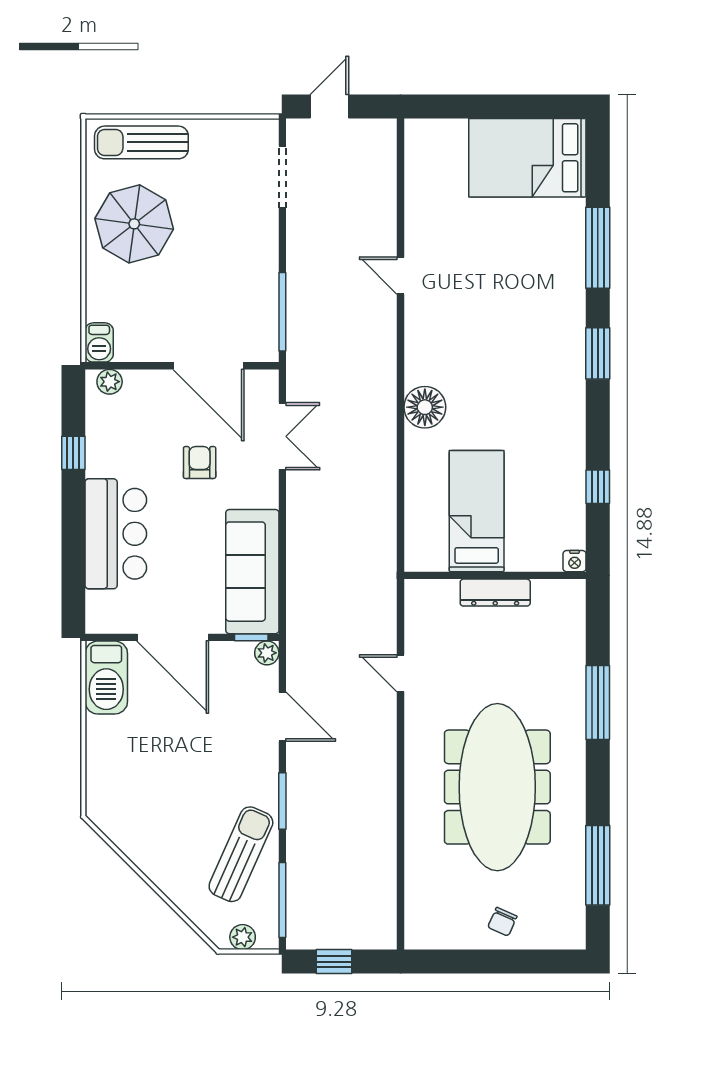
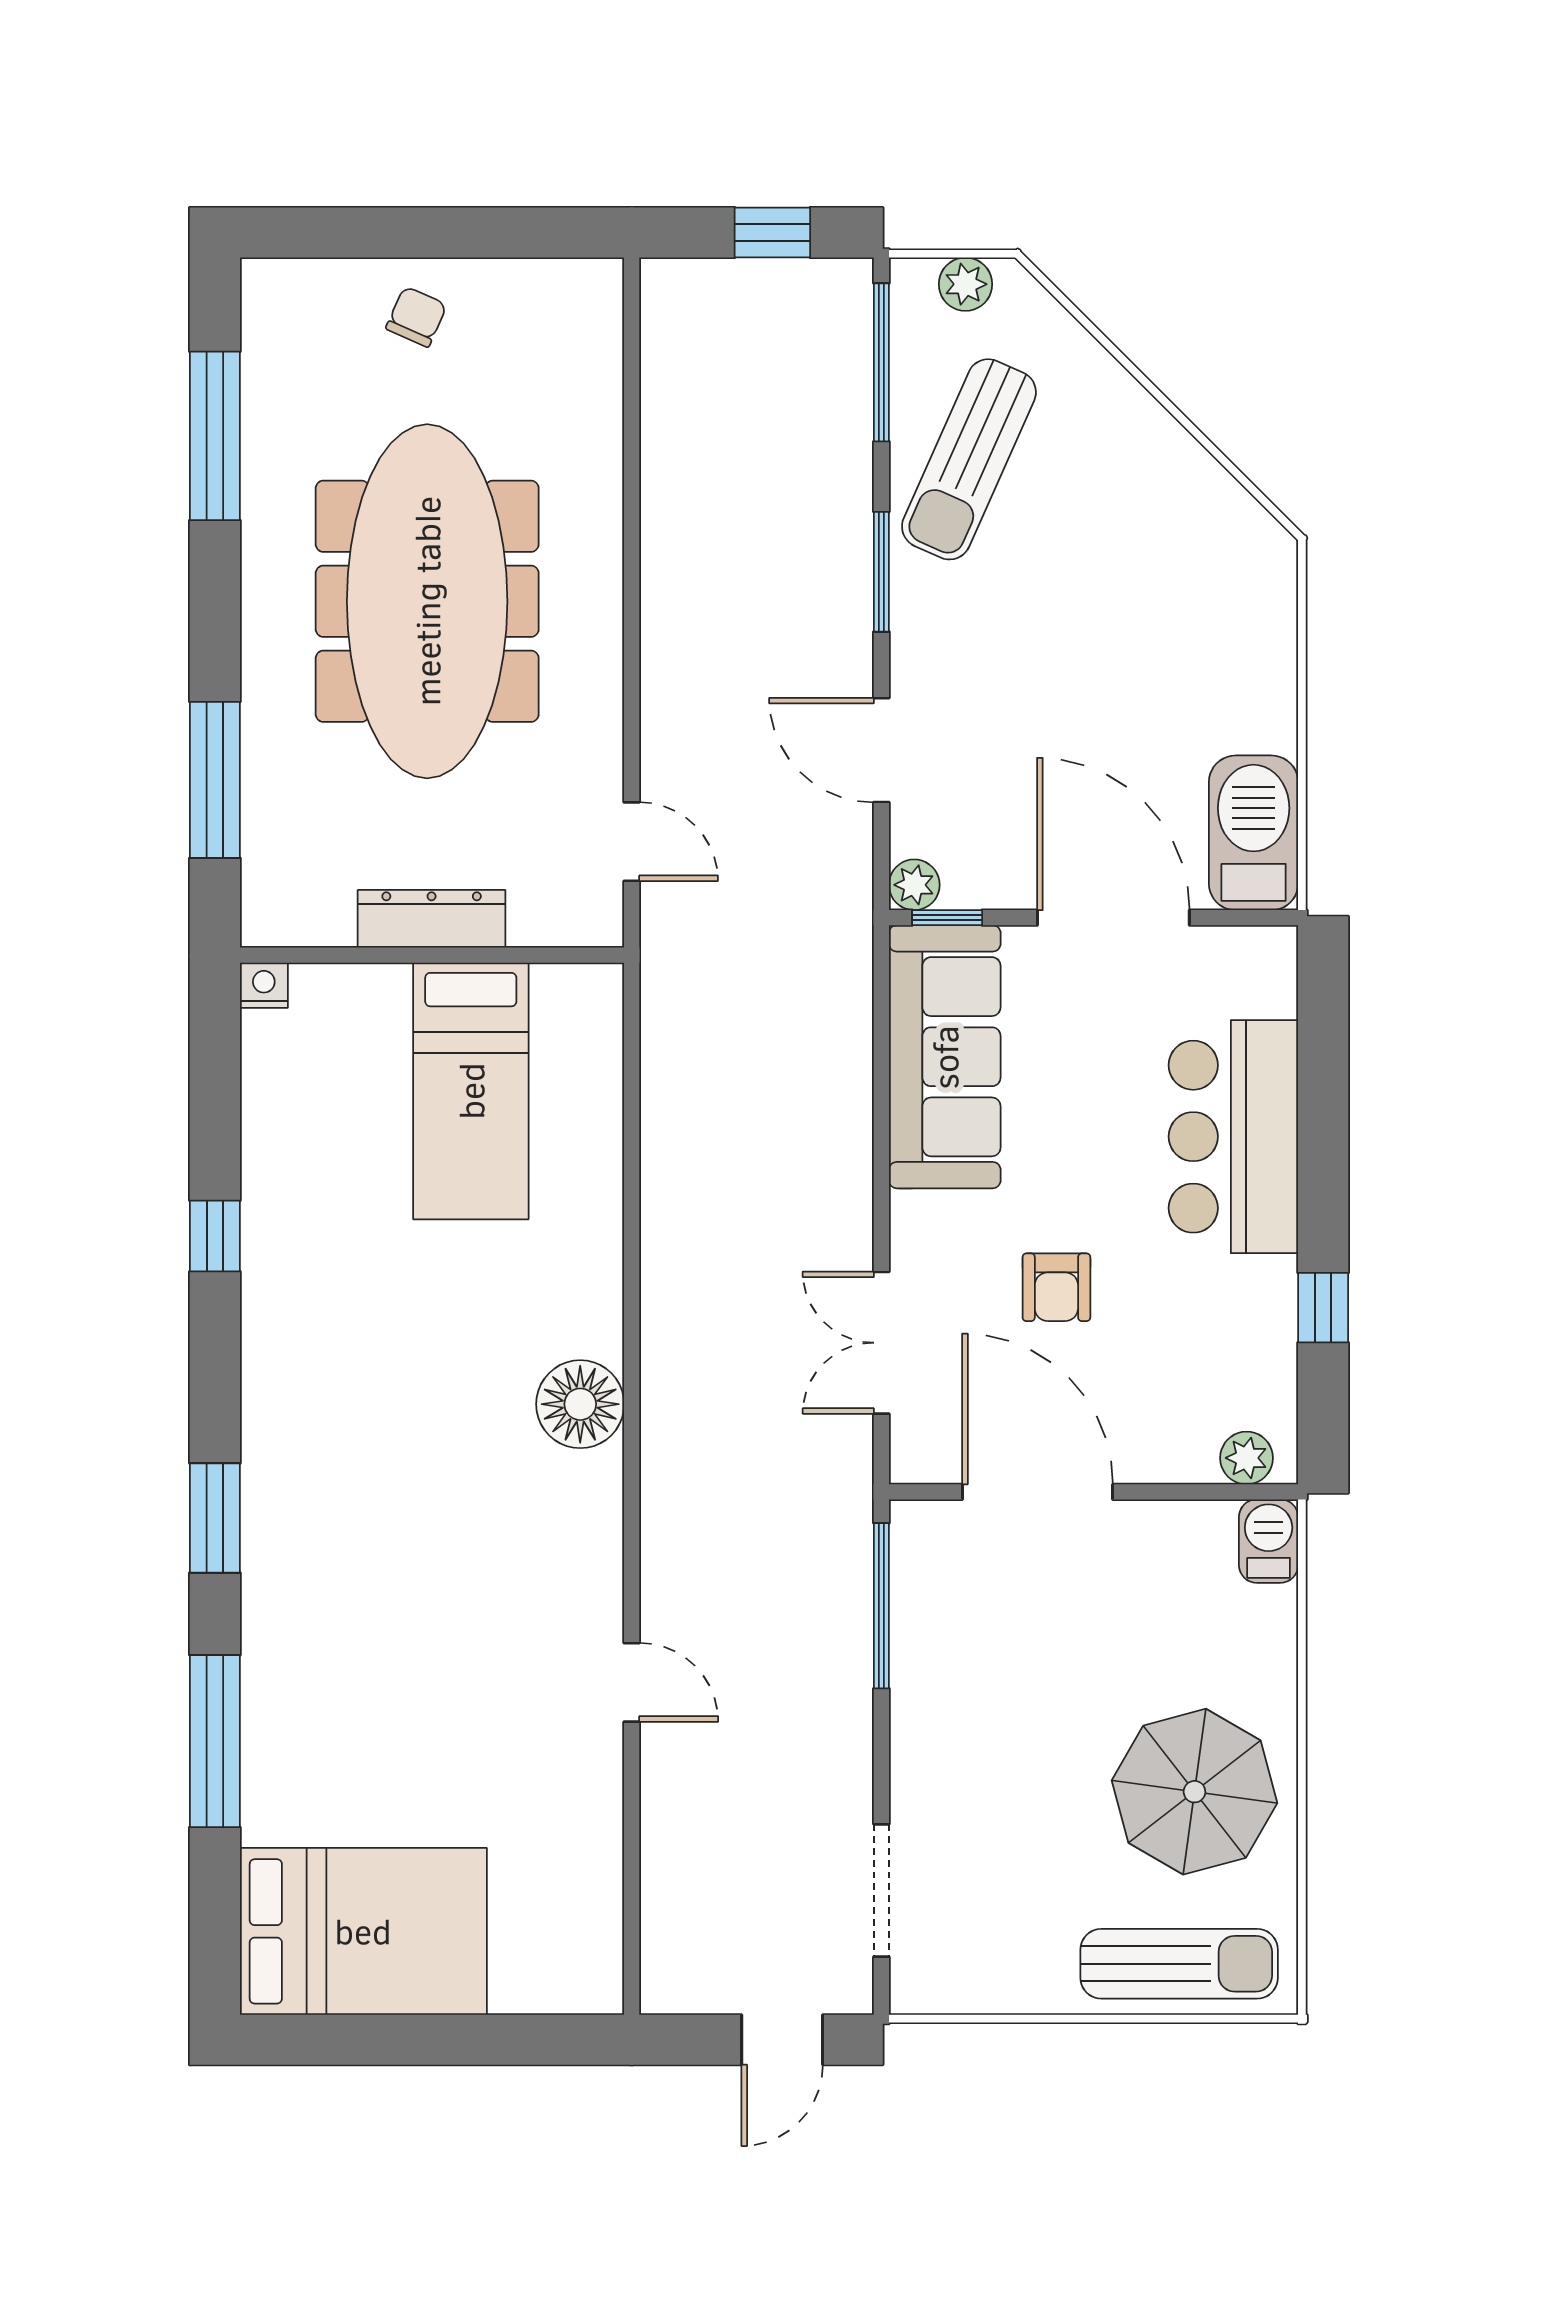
bed: (477, 511) -> (471, 1091), moved
nightstand: (575, 561) -> (264, 985), moved
wall: (495, 575) -> (432, 955), moved
dresser: (495, 593) -> (432, 919), moved

